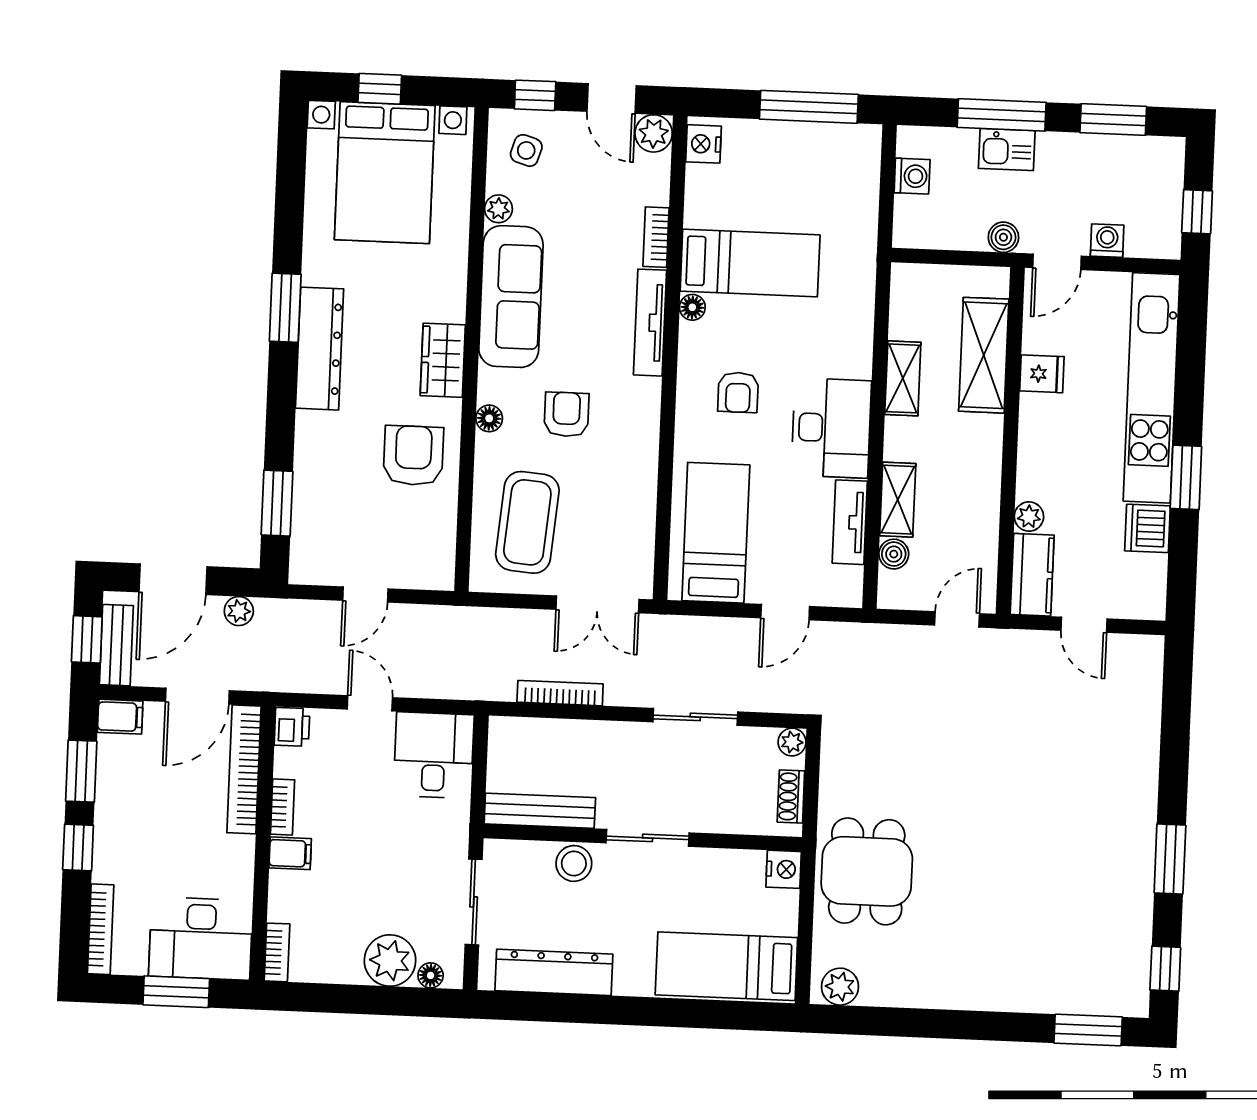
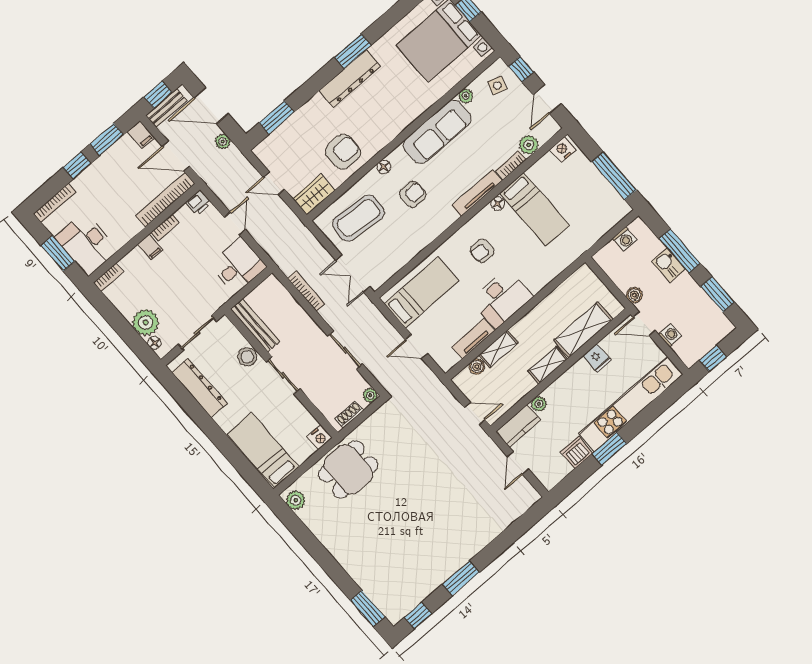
plant: (654, 133) -> (529, 145), moved
wardrobe: (443, 360) -> (314, 195), moved
shelving: (903, 378) -> (548, 365), moved

